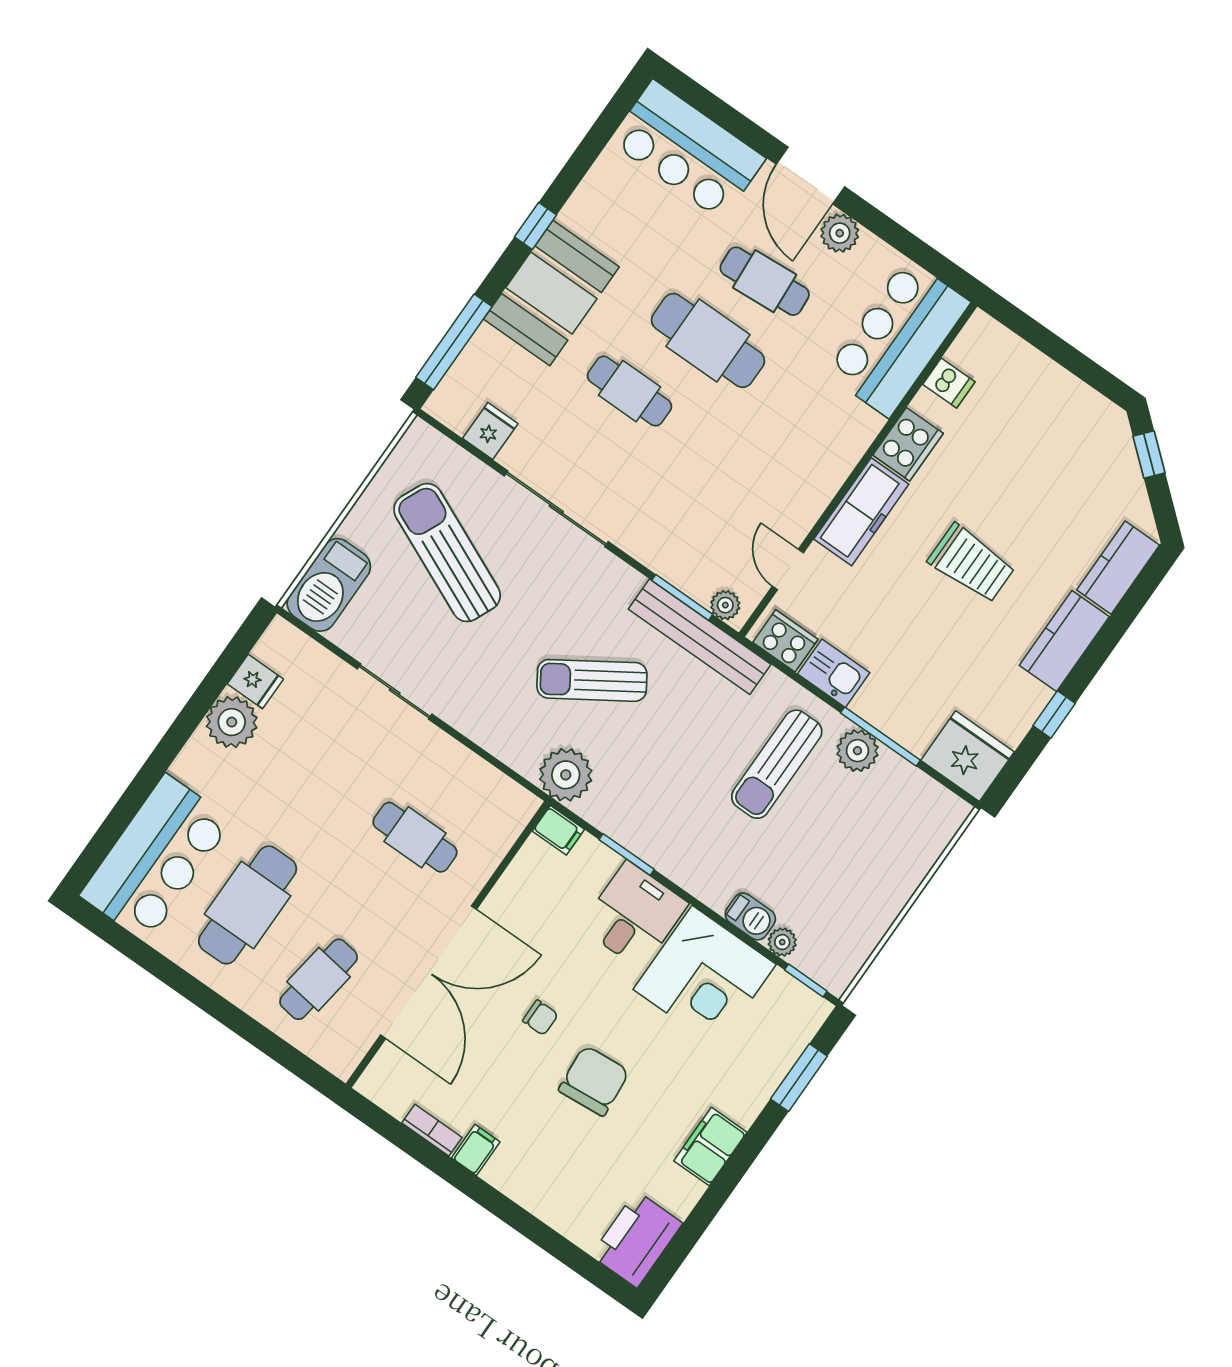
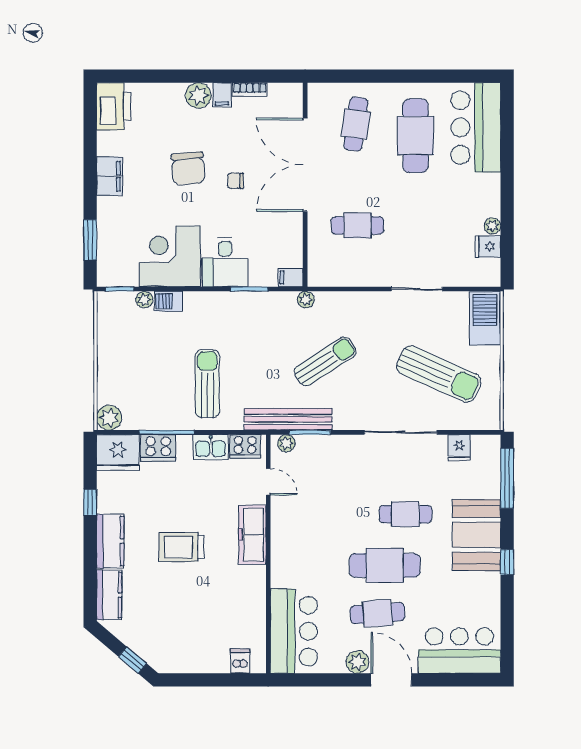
dishwasher: (949, 383) -> (240, 661), moved, turned 90
cooker: (908, 444) -> (158, 448), moved, turned -90
plant: (232, 722) -> (492, 226), width x0.53, depth x0.53
plant: (857, 751) -> (109, 418), moved
plant: (566, 775) -> (306, 300), width x0.53, depth x0.53
plant: (509, 1172) -> (198, 95), added

